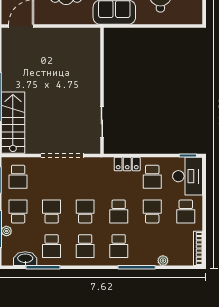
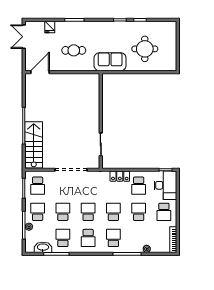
school desk: (119, 211) -> (113, 212), turned 180
school desk: (52, 246) -> (63, 238), turned 180
school desk: (119, 246) -> (113, 238), turned 180

